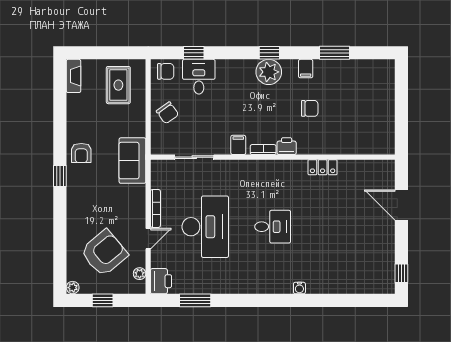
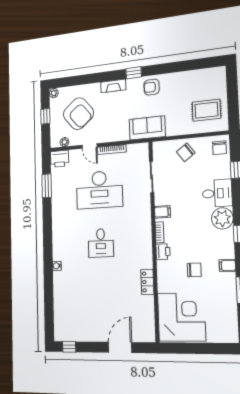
plant: (269, 72) -> (222, 218), moved
fireplace: (74, 76) -> (113, 86), moved
desk: (199, 77) -> (217, 193), moved
chair: (310, 108) -> (194, 270), turned -90
corner desk: (365, 126) -> (181, 317), added

